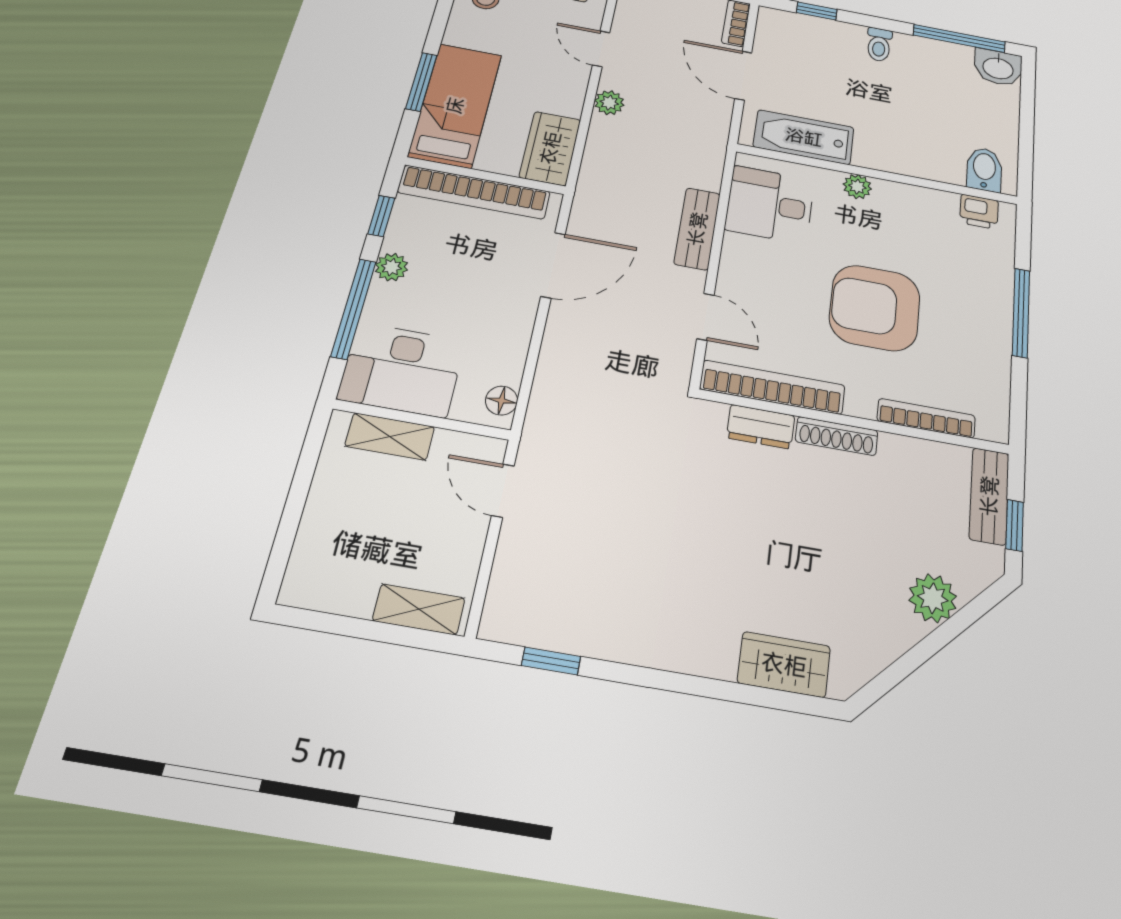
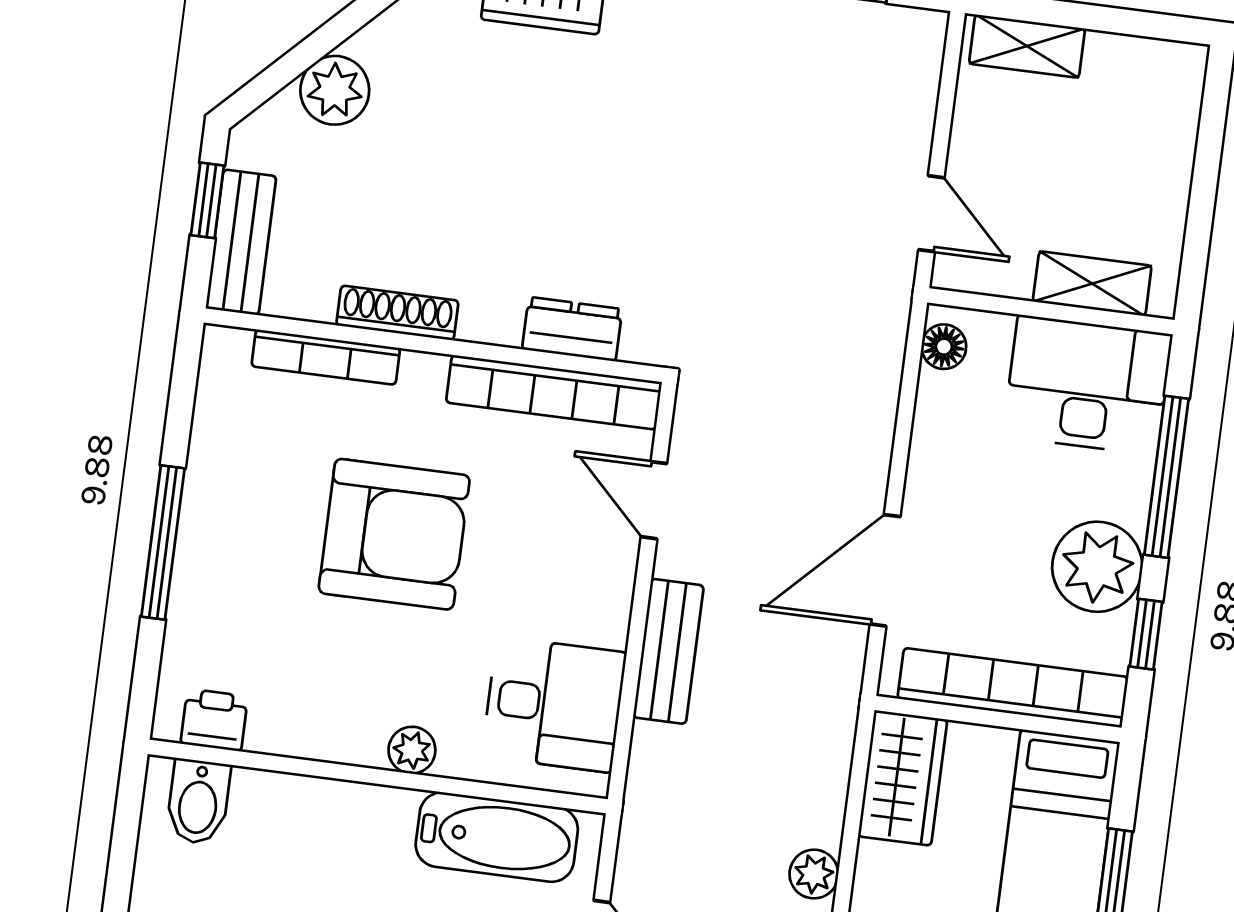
plant: (392, 267) -> (1097, 567), width x1.87, depth x1.87
shoe rack: (837, 436) -> (397, 313), moved

